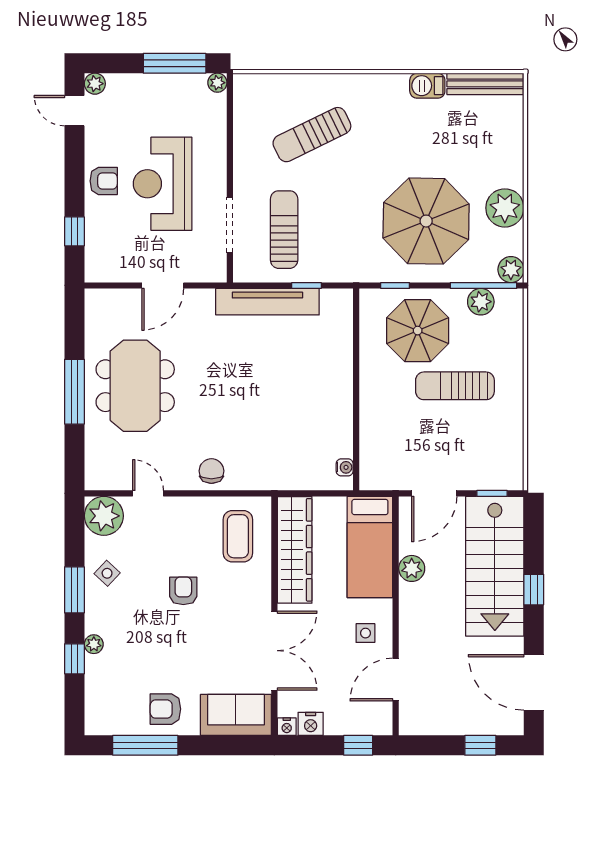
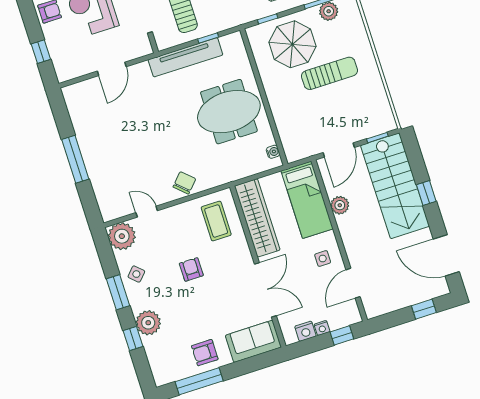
meeting table: (135, 386) -> (229, 112), moved, turned 90
sun lounger: (455, 386) -> (329, 73), turned 180
chair: (211, 471) -> (184, 183), turned 43
plant: (94, 644) -> (148, 323), width x1.87, depth x1.87
nightstand: (287, 727) -> (322, 328), moved

